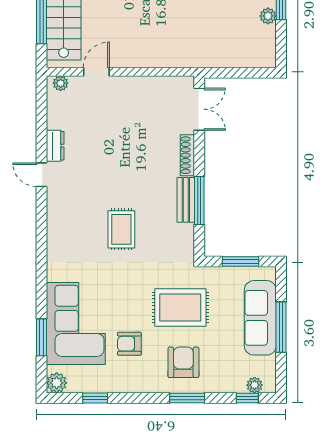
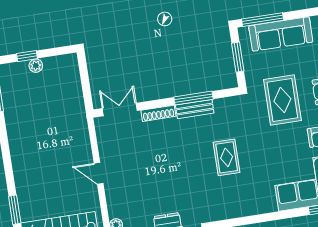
door: (96, 72) -> (99, 173), moved
rug: (121, 229) -> (227, 157), turned 90
window: (281, 327) -> (263, 20), moved

